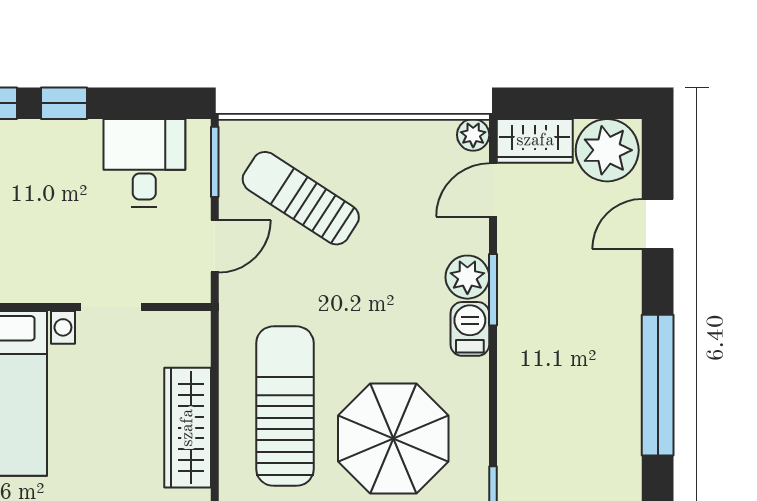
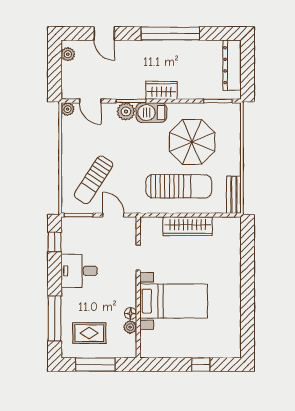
window: (64, 103) -> (55, 242), moved
wardrobe: (535, 141) -> (162, 90), moved, turned -90
plant: (607, 150) -> (68, 54), width x0.53, depth x0.53
desk: (144, 163) -> (79, 271), moved
barbecue: (470, 329) -> (151, 113), width x1.38, depth x1.27
sun lounger: (285, 406) -> (179, 186), turned 180

